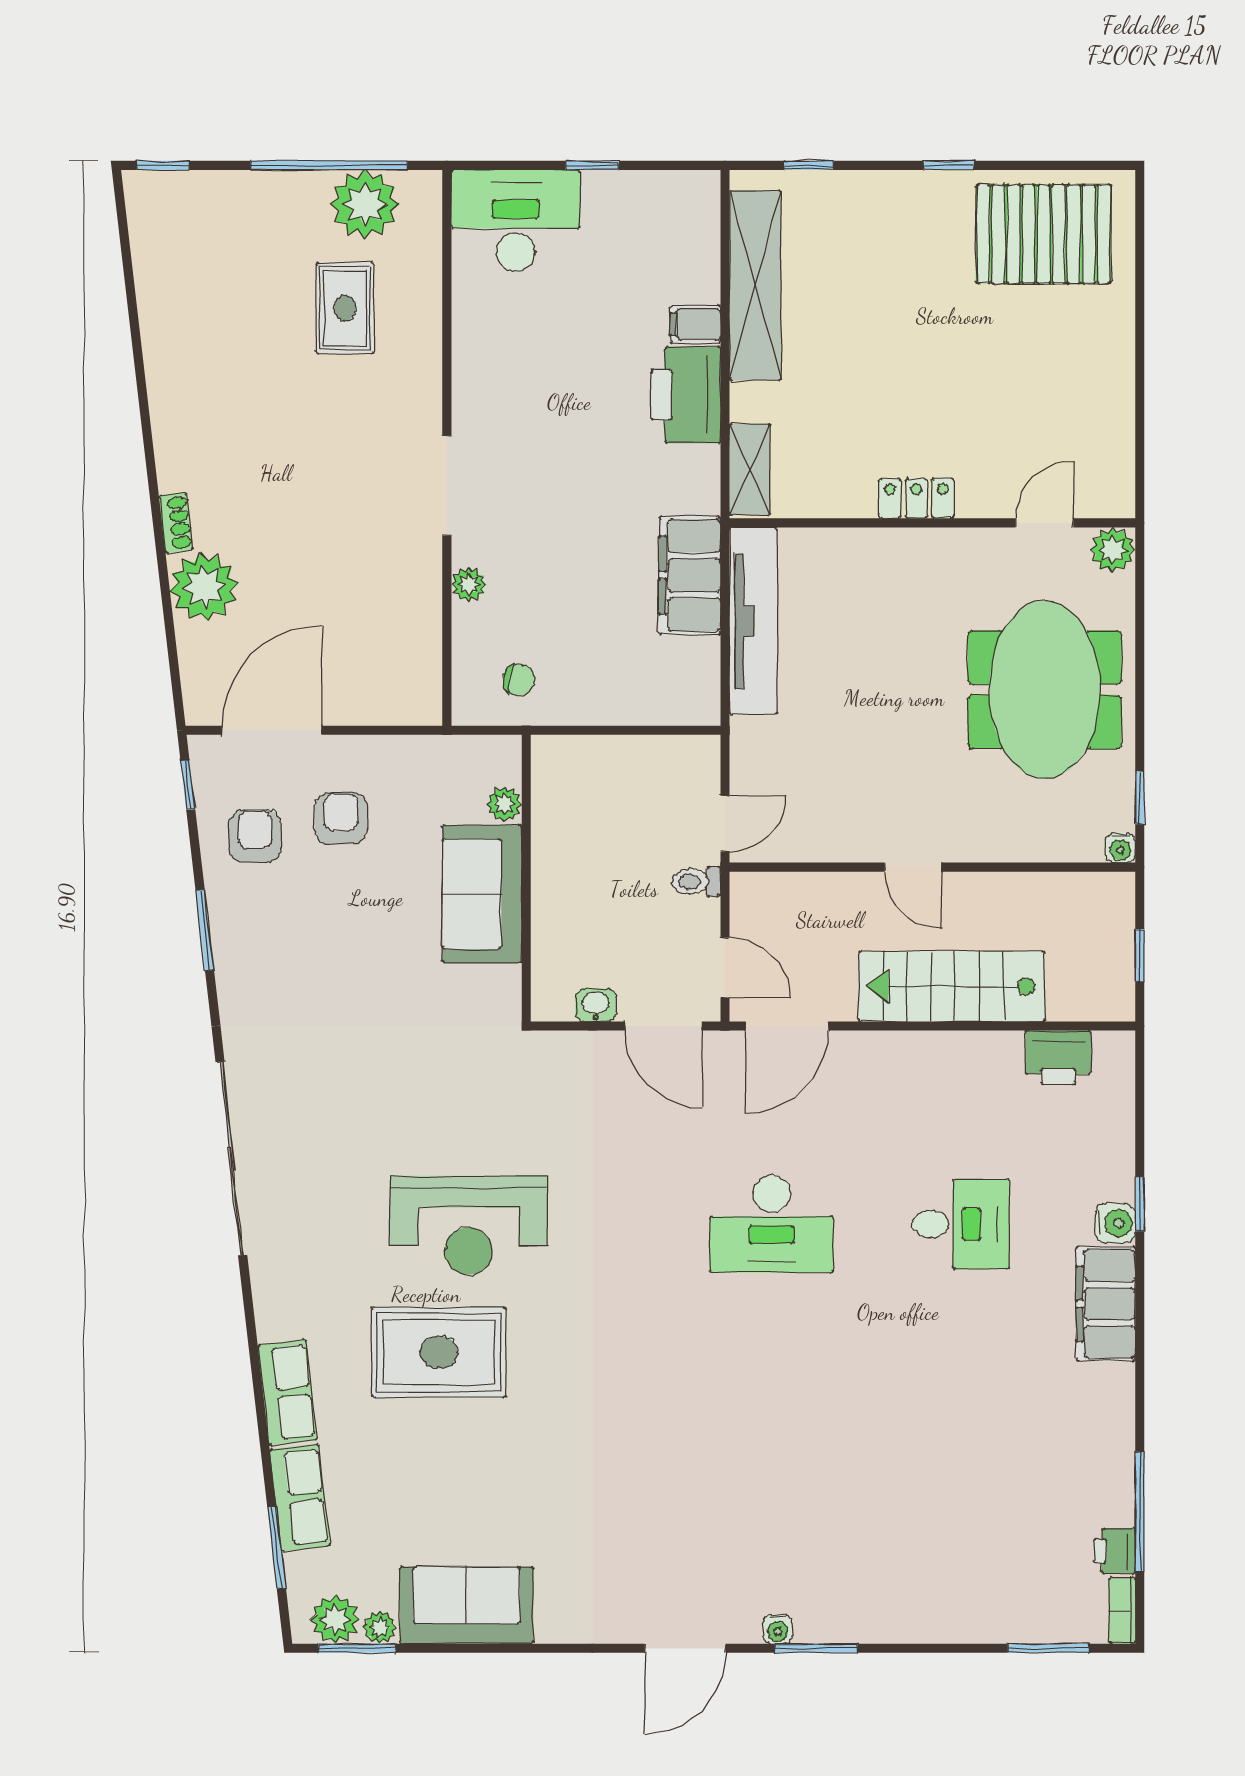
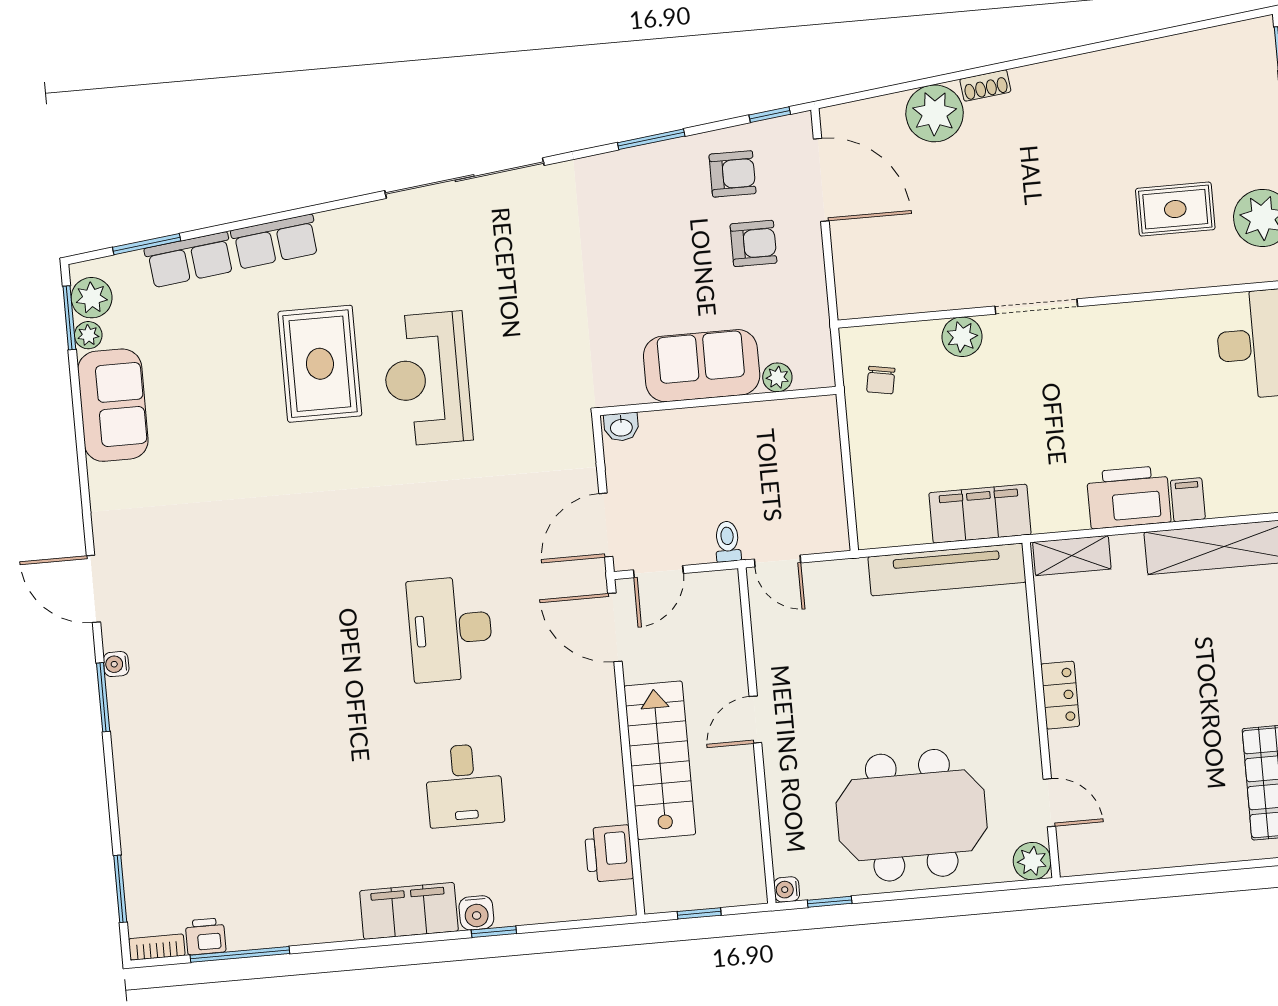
plant: (469, 584) -> (962, 337), width x1.38, depth x1.38
washbasin: (596, 1005) -> (621, 427), moved, turned 90

